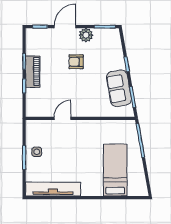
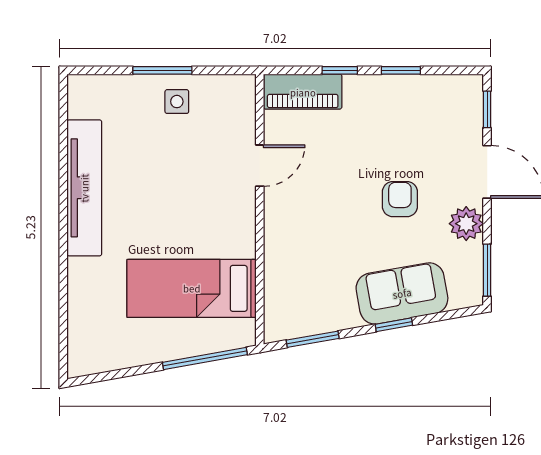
piano: (33, 72) -> (303, 92), moved
sofa: (119, 88) -> (402, 293), moved
door: (63, 118) -> (260, 166), hinge flipped
bed: (115, 170) -> (192, 288), moved, turned 180
tv unit: (53, 189) -> (84, 188), moved

